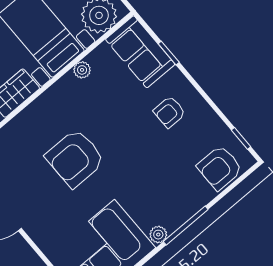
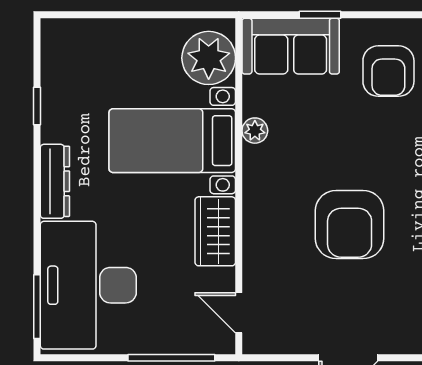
armchair: (170, 112) -> (388, 71), width x1.38, depth x1.38

